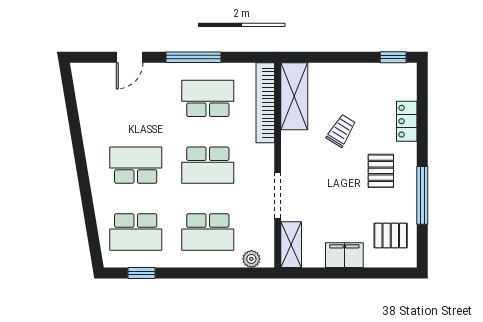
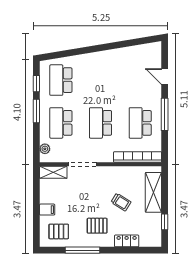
window: (393, 57) -> (165, 222), moved
shelving: (294, 96) -> (153, 192), moved, turned 90
school desk: (208, 98) -> (140, 123), turned 180
school desk: (136, 165) -> (101, 80), removed
pallet: (391, 236) -> (59, 231), turned 90
filing cabinet: (344, 255) -> (47, 210), width x0.50
window: (188, 273) -> (36, 111), added

